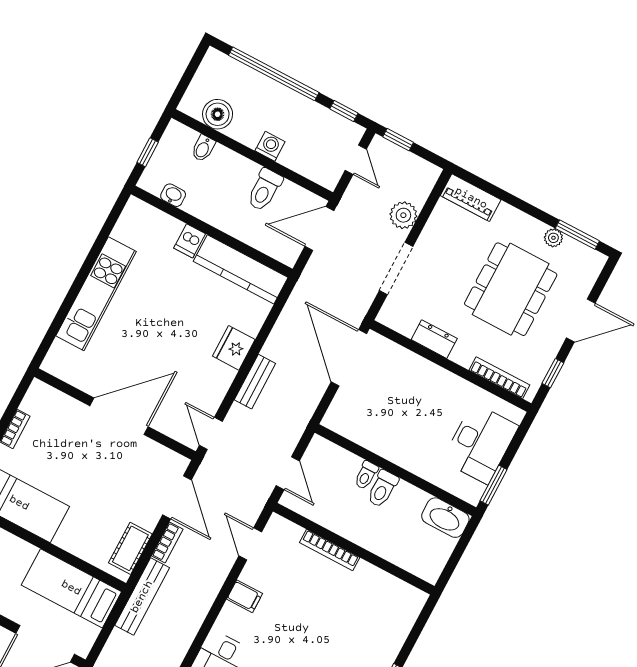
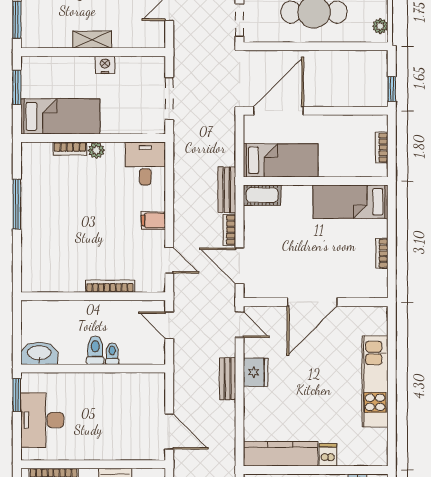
fridge: (234, 348) -> (256, 372), moved
door: (349, 358) -> (169, 431), width x0.73
cot: (130, 548) -> (262, 195), moved, turned 90
bench: (142, 597) -> (227, 190), width x0.73

